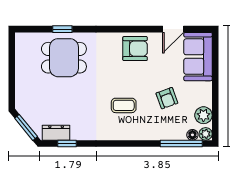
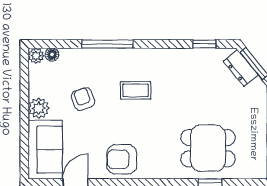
plant: (203, 115) -> (39, 108), moved
dresser: (56, 133) -> (241, 68), moved, turned 51
window: (181, 143) -> (107, 44), moved

